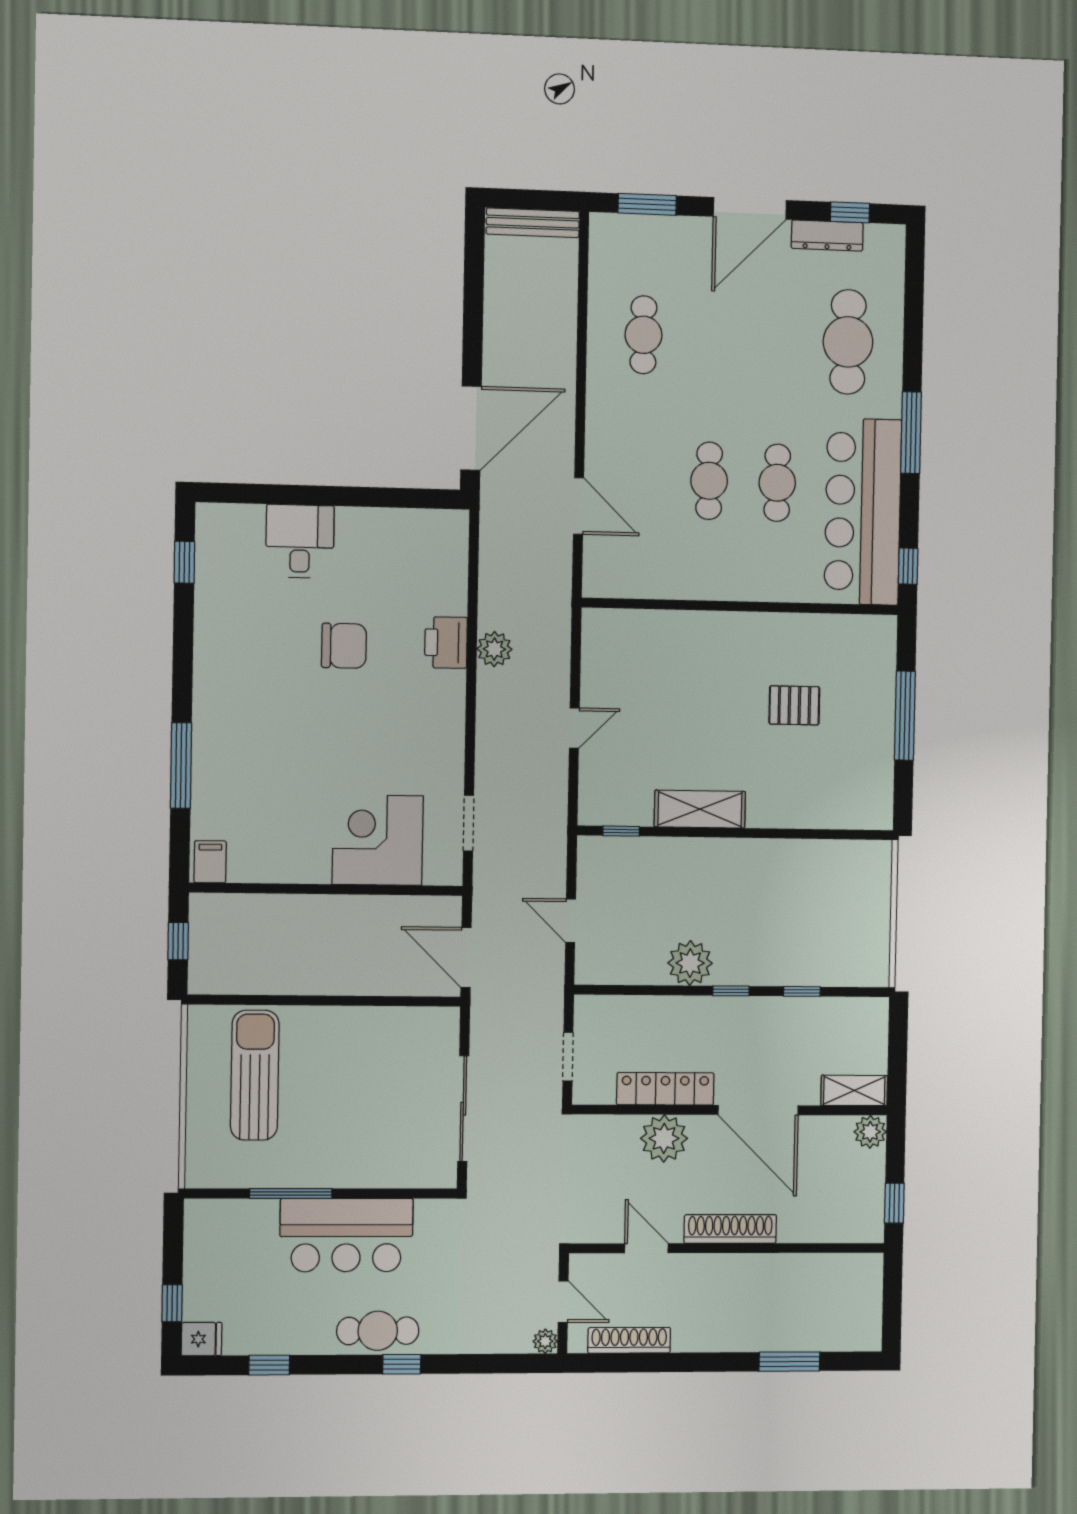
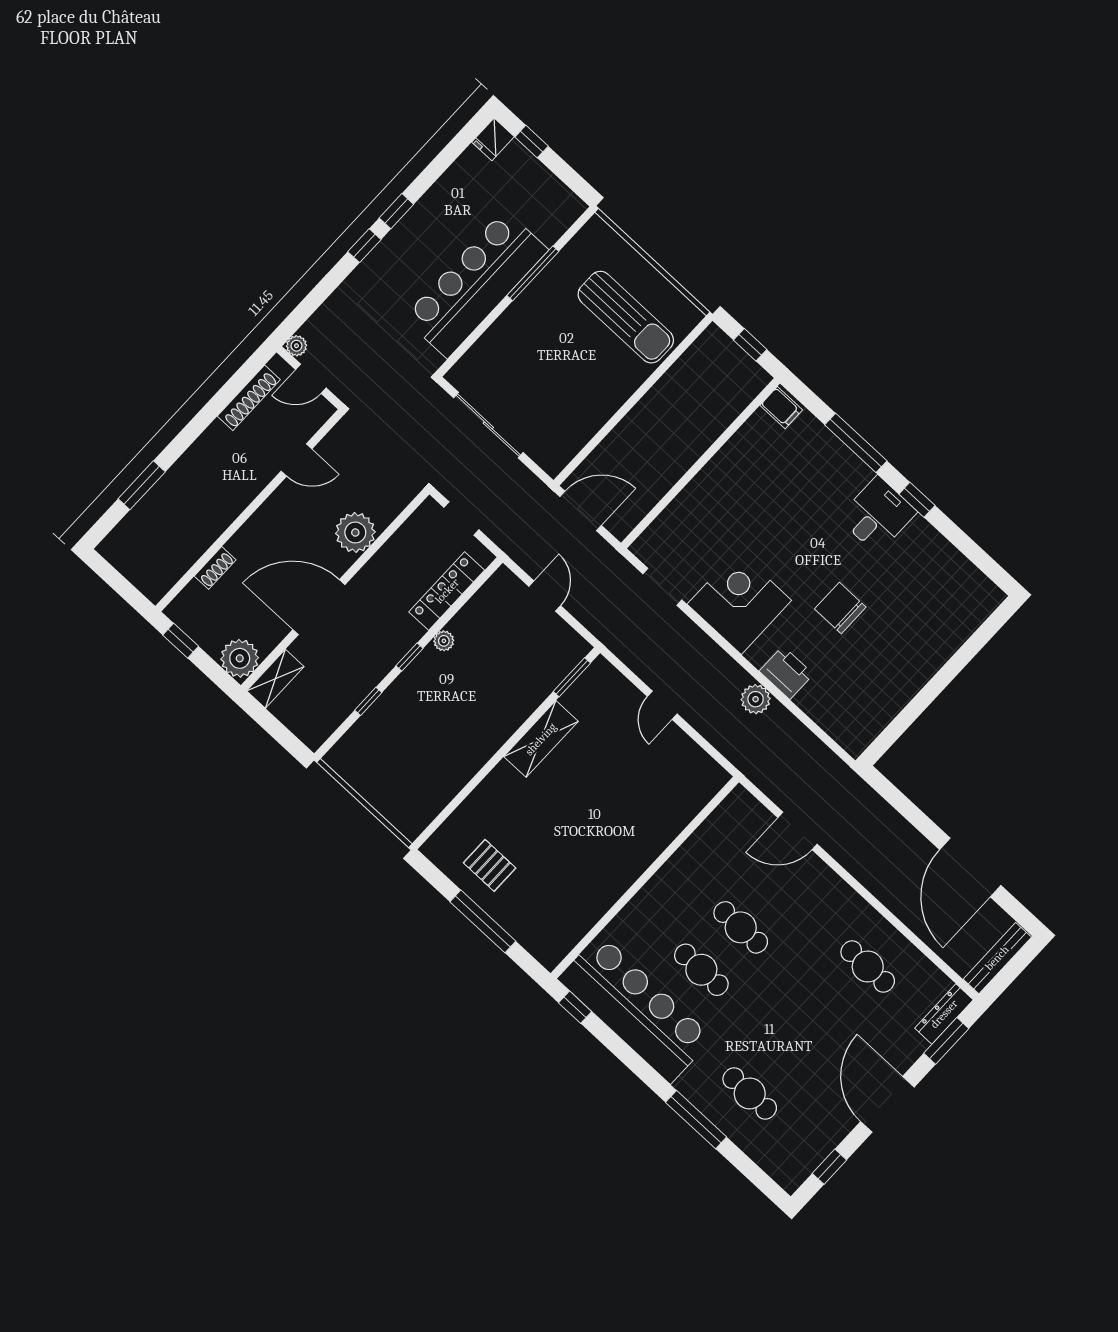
dresser: (827, 236) -> (944, 1014), moved
cafe table: (848, 342) -> (750, 1093), width x0.73, depth x0.74
door: (471, 428) -> (970, 867), moved
window: (911, 433) -> (696, 1120), moved
desk: (300, 541) -> (877, 515), moved, turned -90
window: (184, 562) -> (917, 500), moved
chair: (344, 646) -> (840, 608), turned 90
pallet: (794, 705) -> (490, 865), moved, turned 90
window: (621, 831) -> (572, 677), width x1.50
corner desk: (378, 840) -> (739, 602), moved, turned -90
door: (571, 921) -> (545, 596), hinge flipped
plant: (690, 963) -> (444, 641), width x0.53, depth x0.53
locker: (665, 1089) -> (447, 591), moved, turned 180
plant: (870, 1132) -> (240, 658), width x1.36, depth x1.36
shoe rack: (730, 1229) -> (215, 568), moved, width x0.51, depth x0.81
bar counter: (346, 1235) -> (476, 284), width x1.36
cafe table: (378, 1331) -> (399, 250), removed
window: (269, 1365) -> (396, 211), moved

